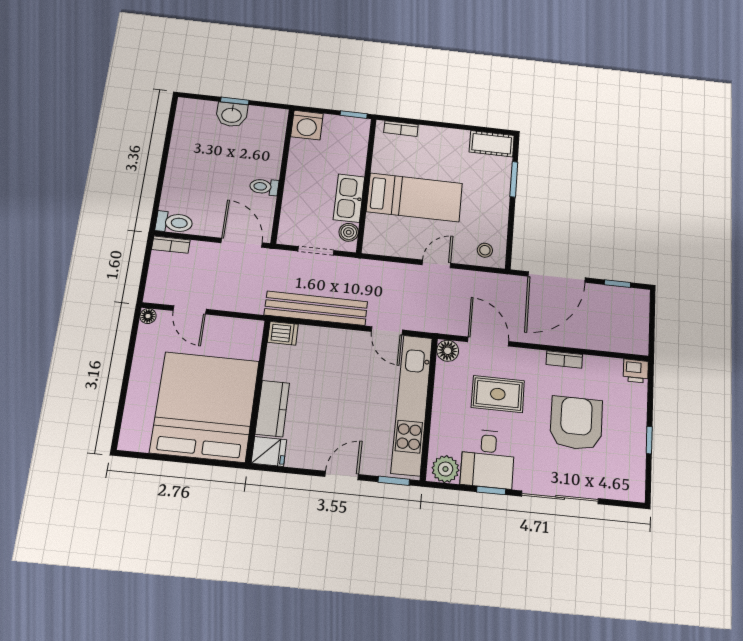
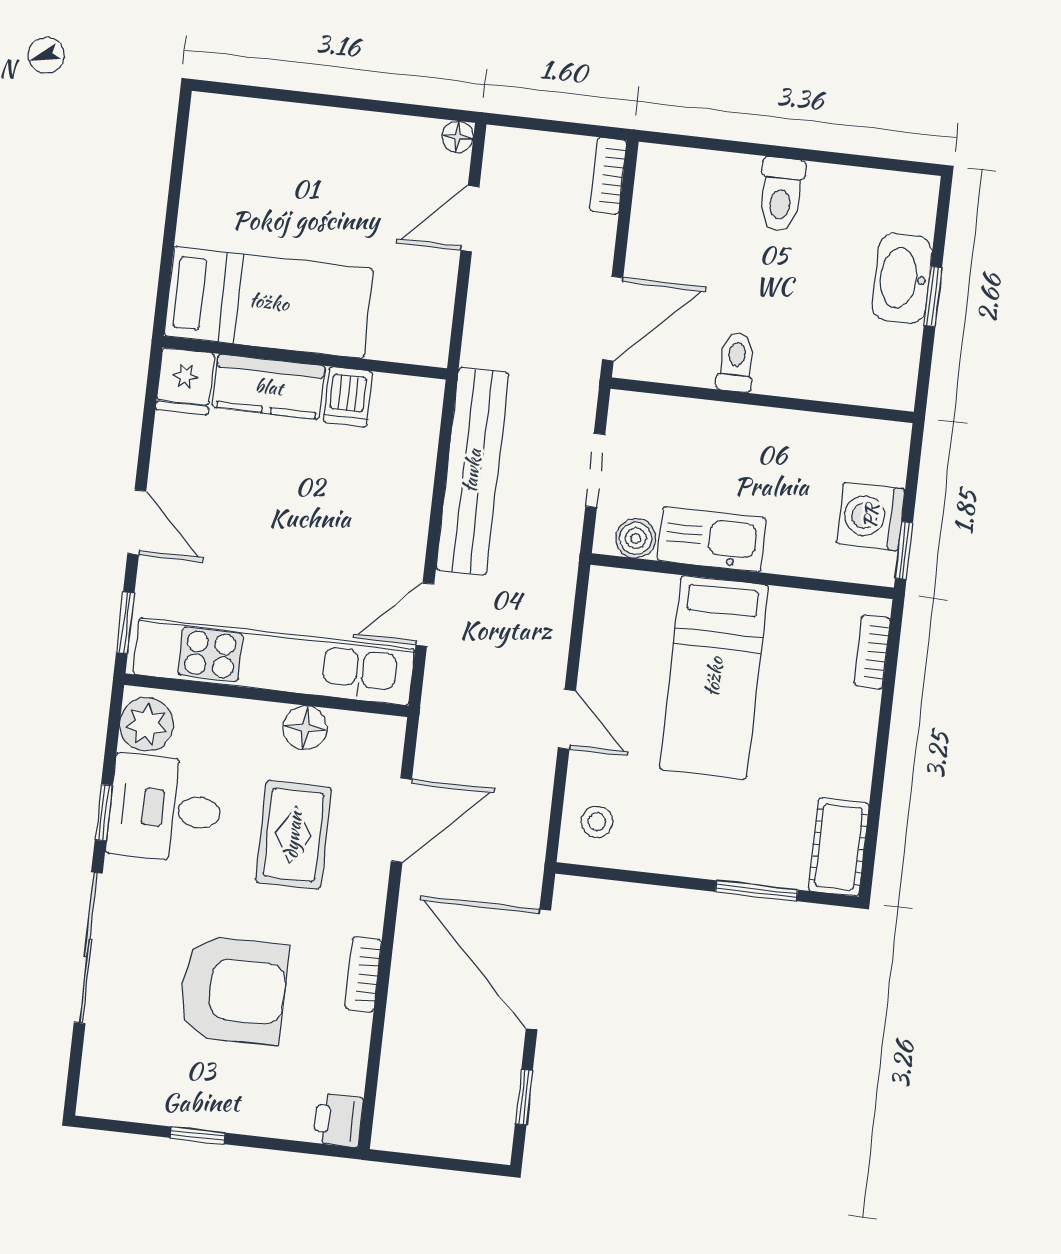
washbasin: (232, 115) -> (902, 278), width x1.38
washing machine: (307, 125) -> (871, 516), moved
toilet: (174, 222) -> (781, 194), moved
dishwasher: (283, 333) -> (348, 397), moved
floor lamp: (448, 351) -> (305, 728), moved
bed: (205, 407) -> (269, 302), width x0.49

